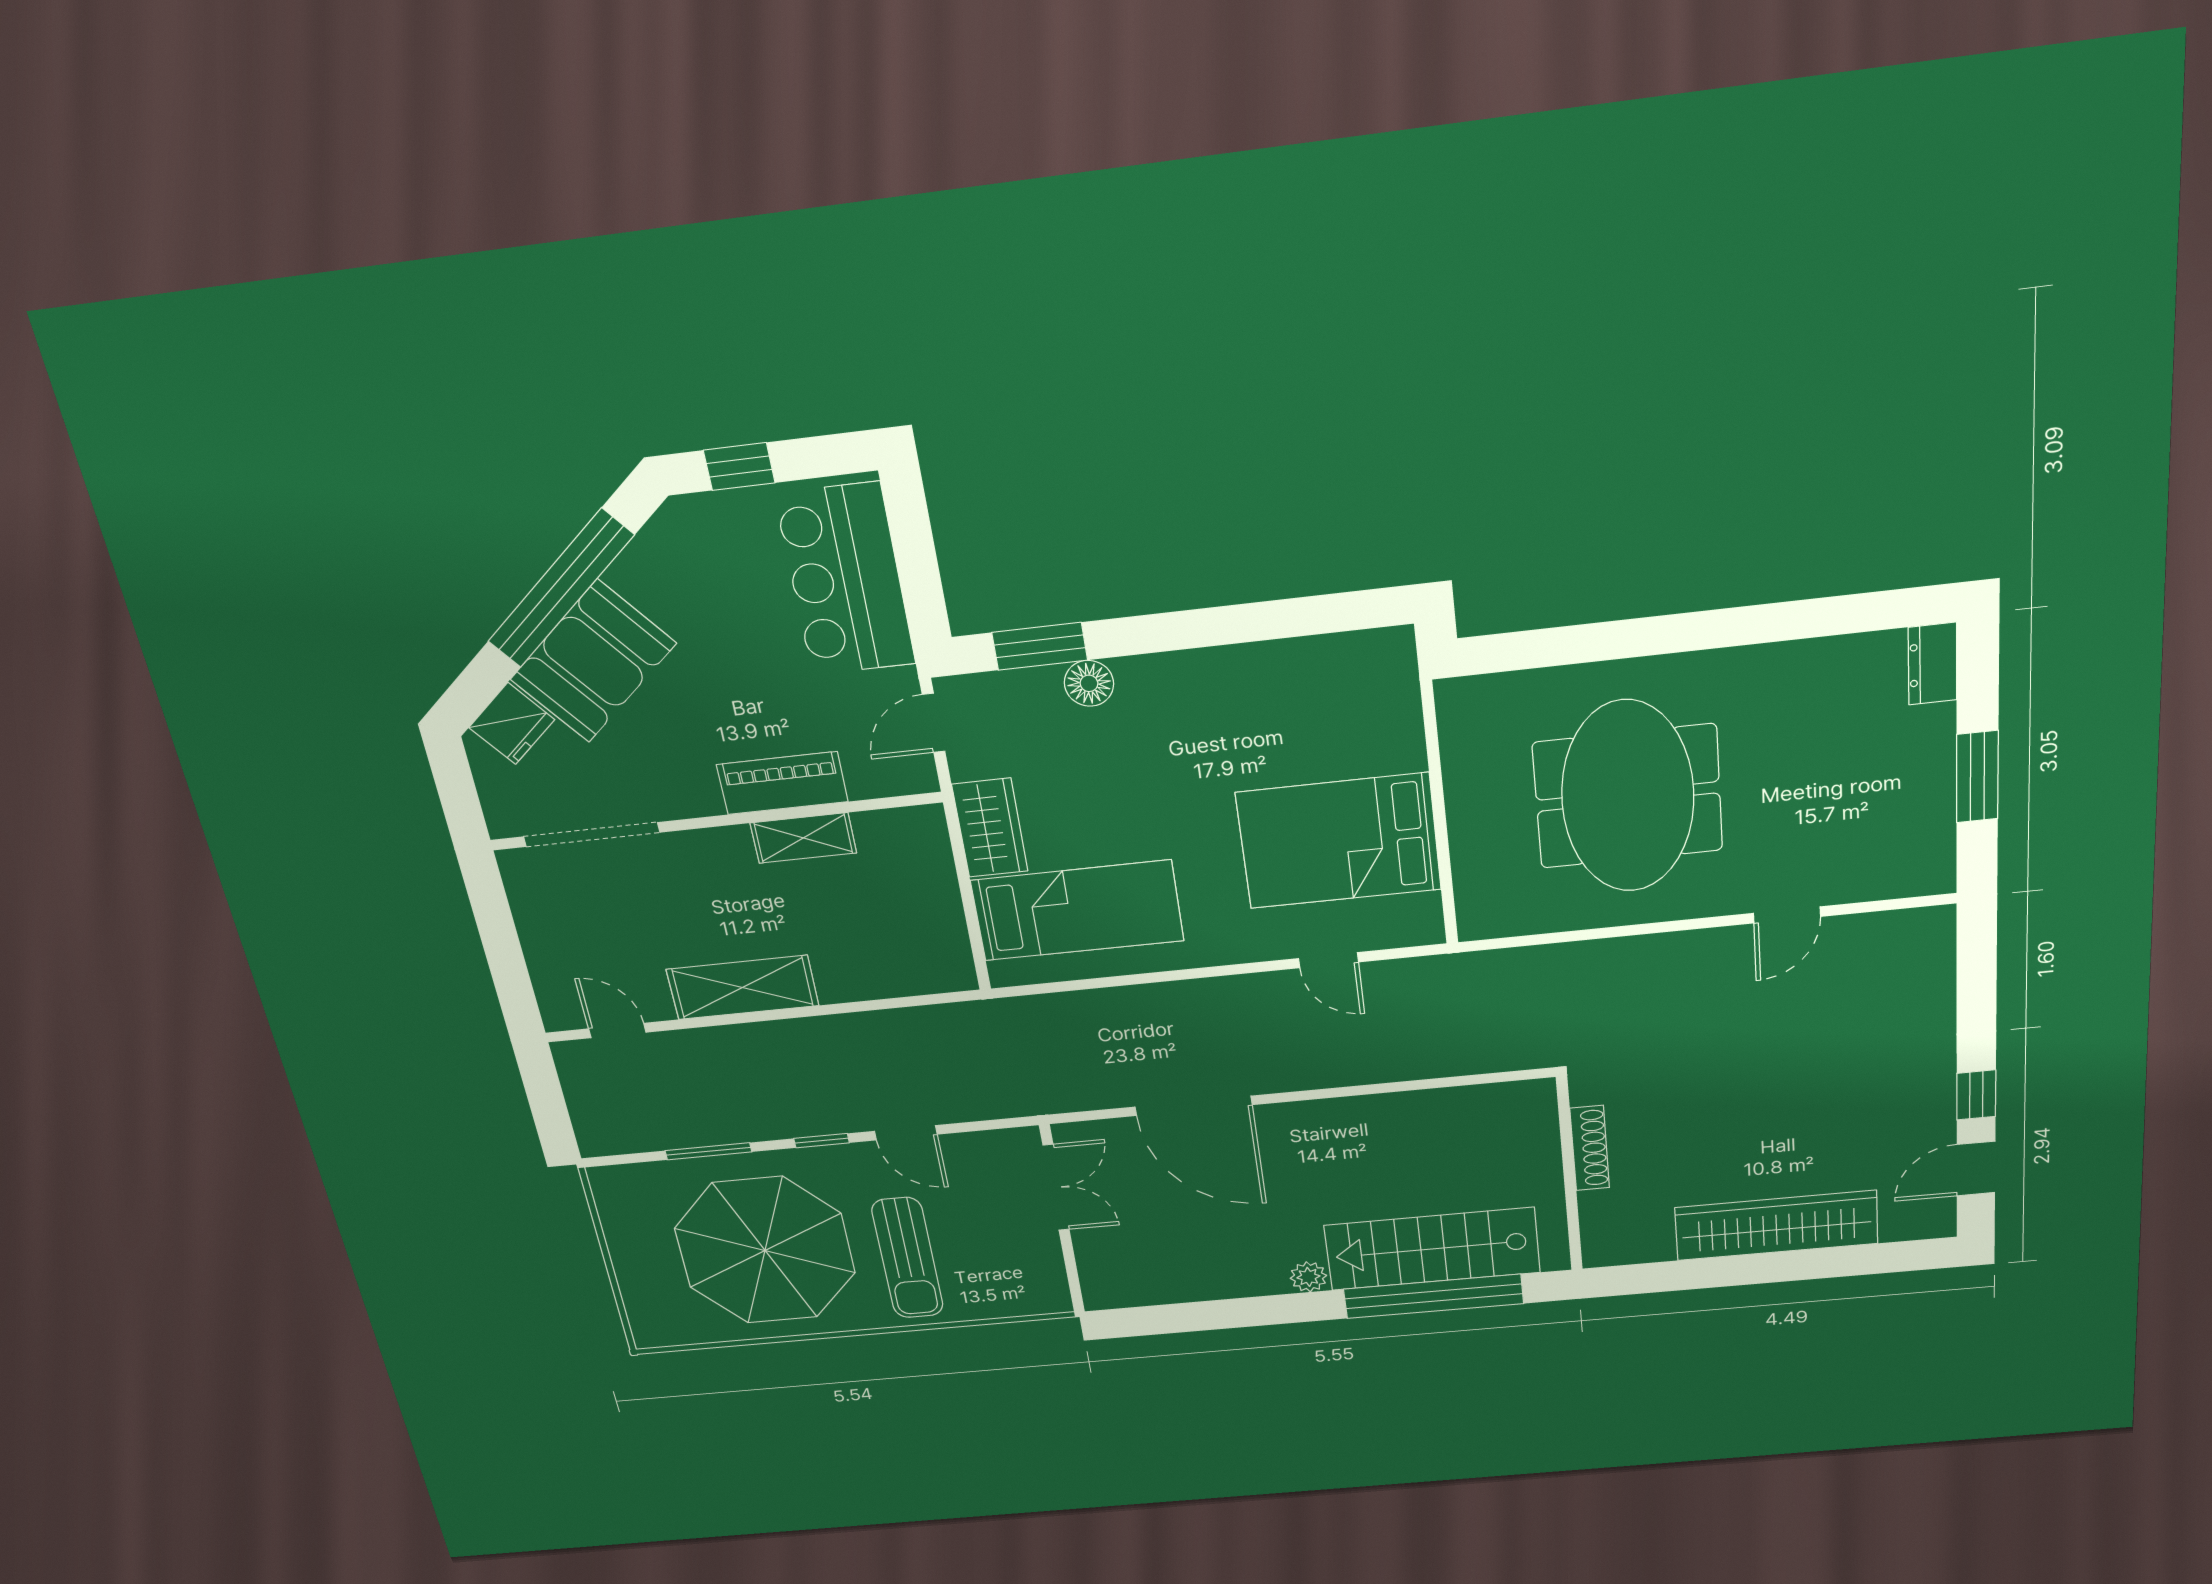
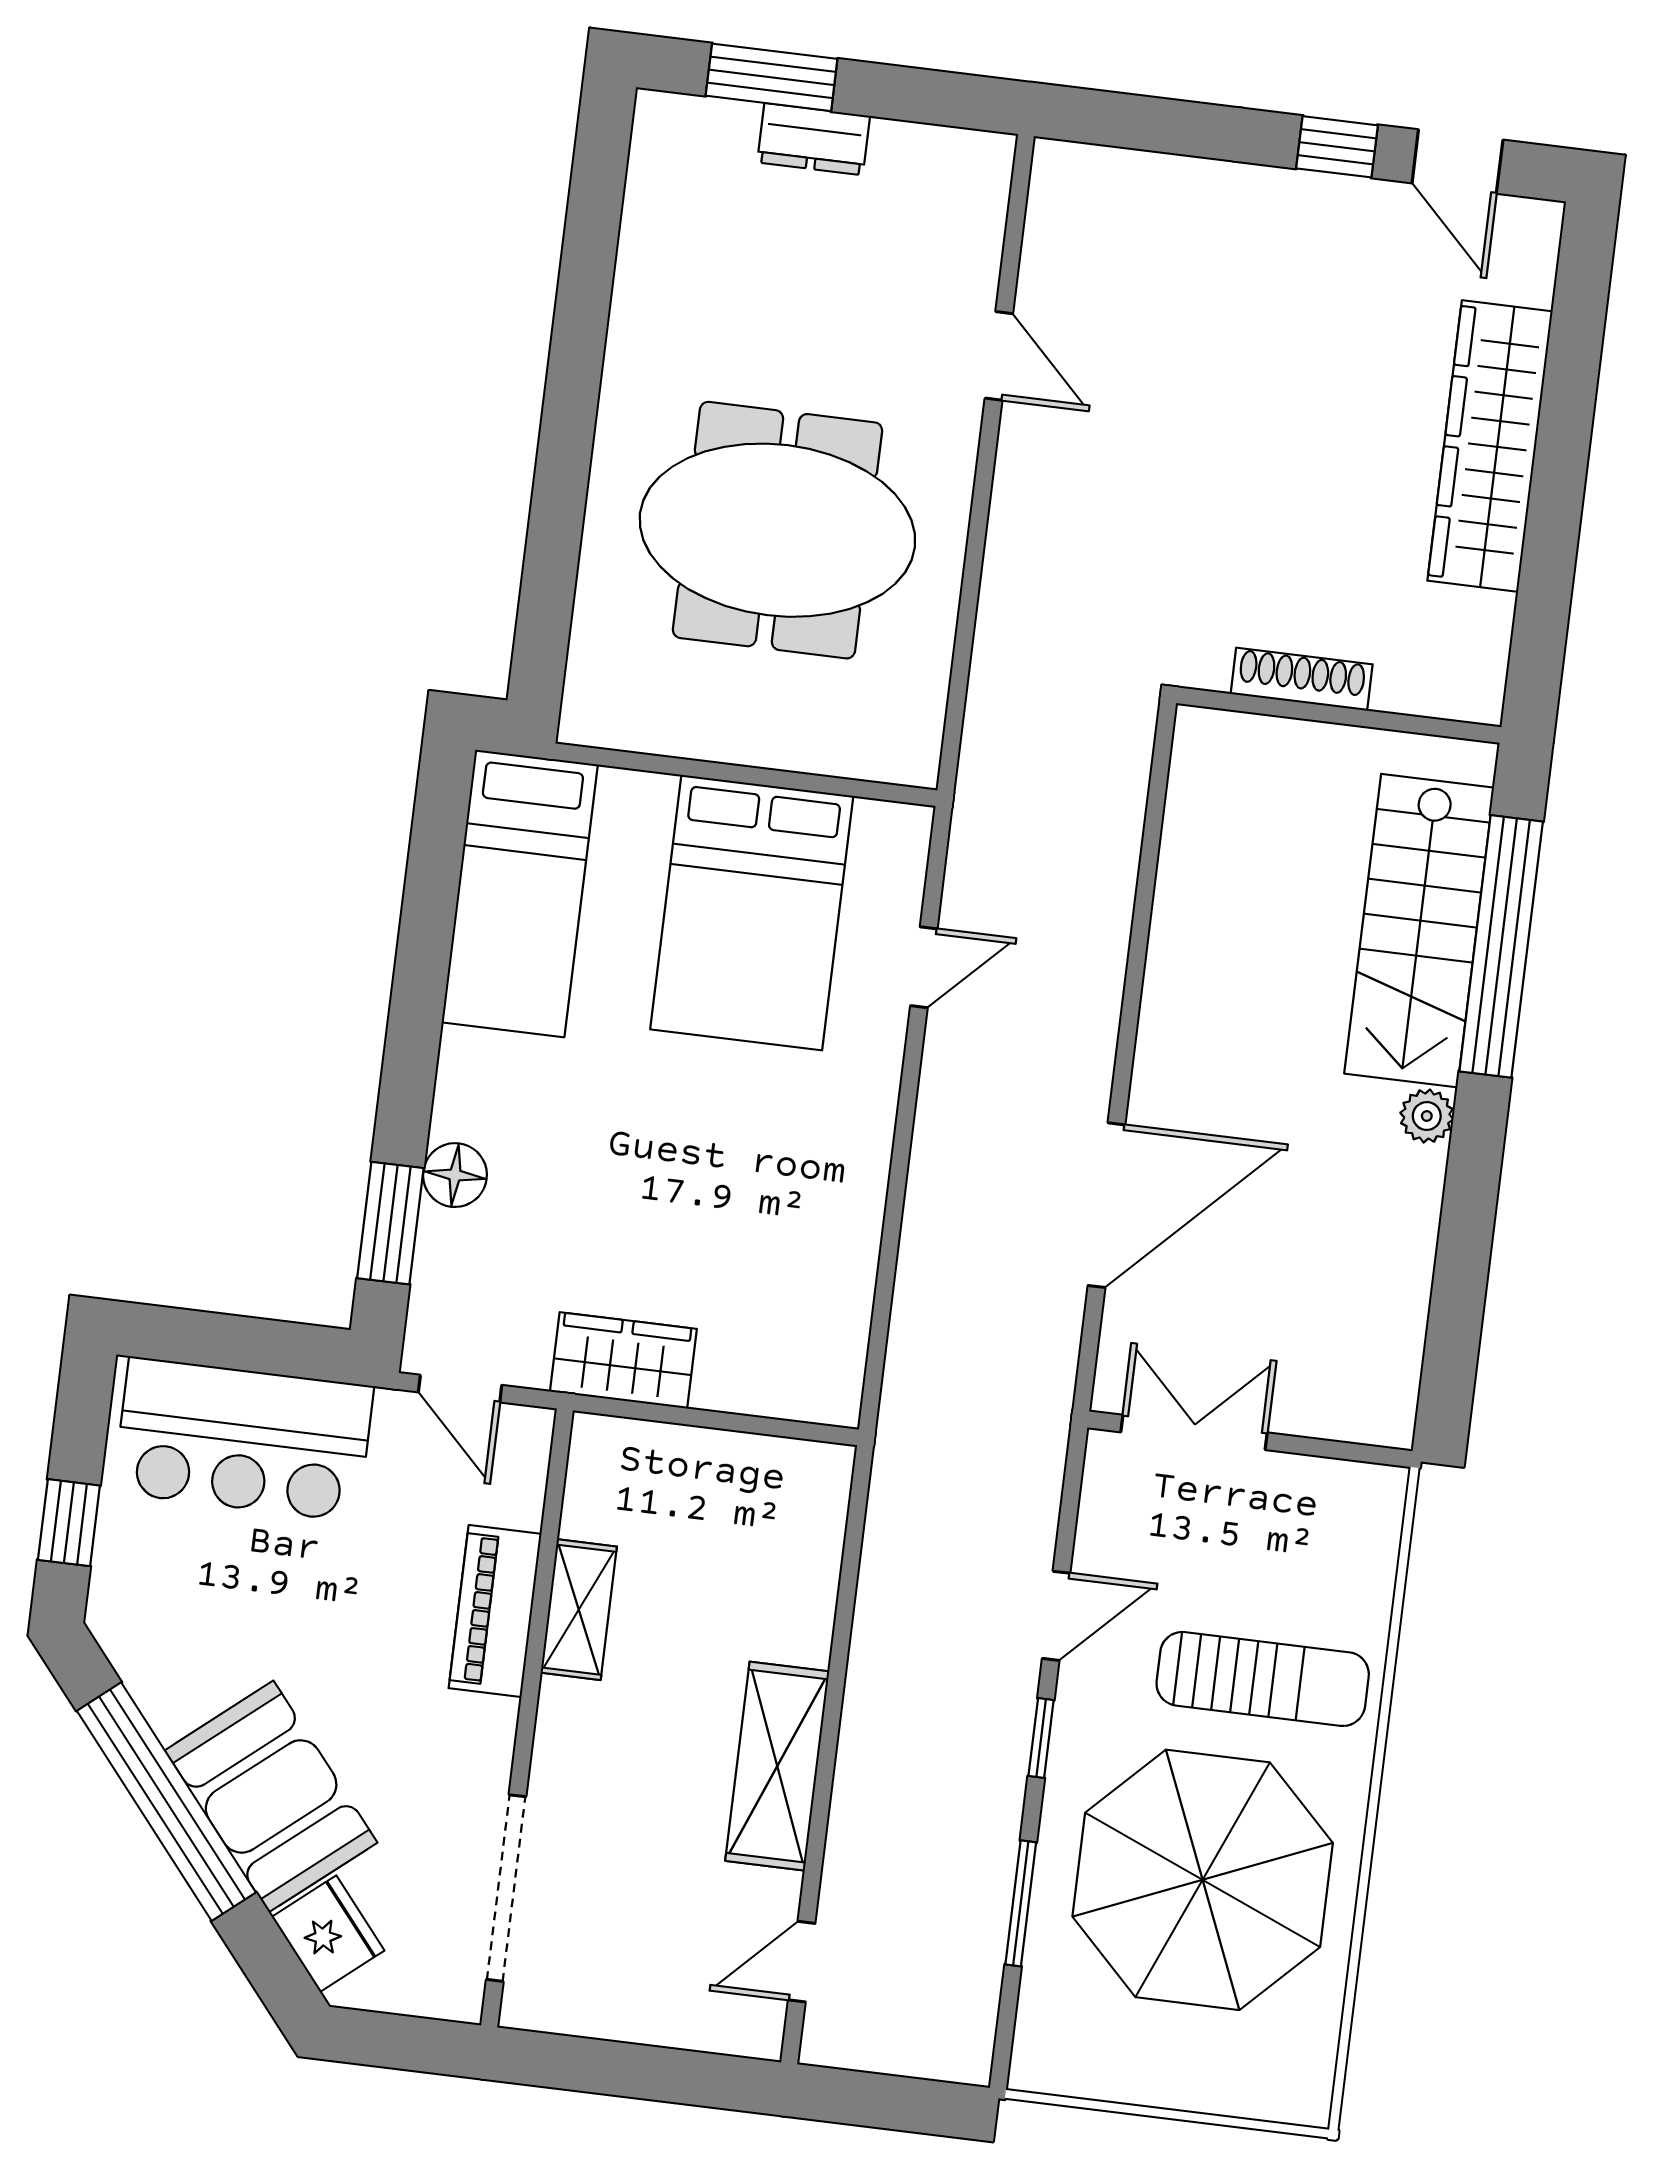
dresser: (1933, 664) -> (814, 139), moved
window: (1977, 777) -> (772, 77), moved
bed: (1077, 911) -> (520, 893), moved, turned 180

